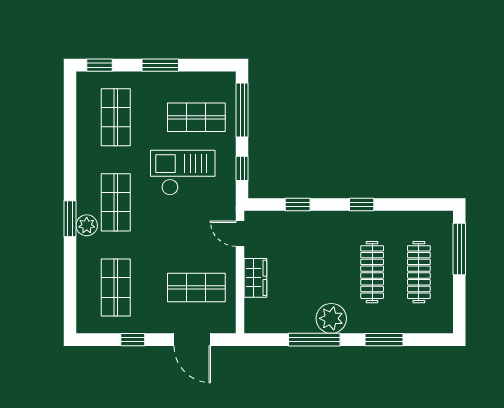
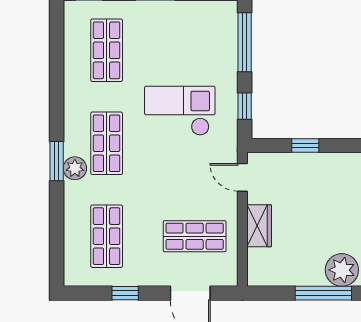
shop shelf: (196, 117) -> (195, 50), removed

